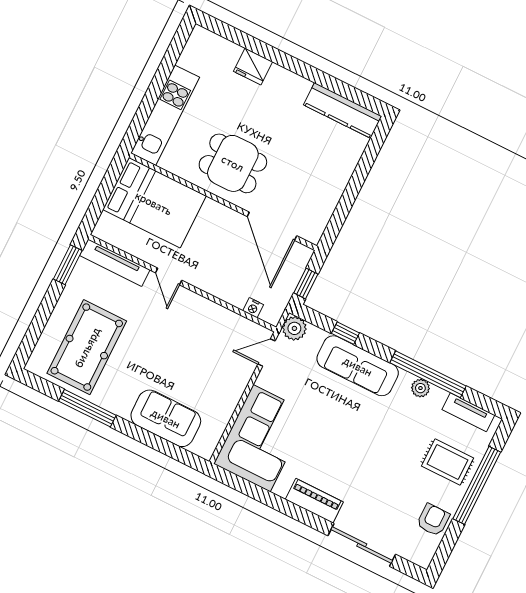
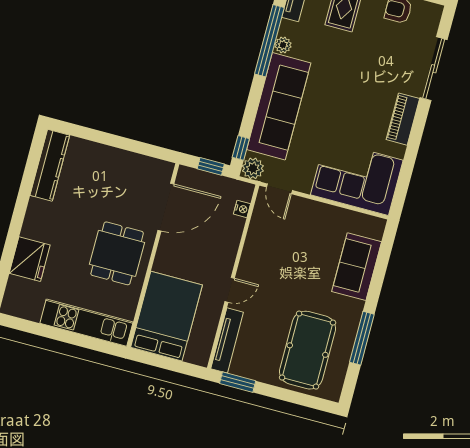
fridge: (253, 67) -> (30, 259), width x1.36, depth x1.34
window: (345, 333) -> (241, 148), moved
pool table: (87, 347) -> (308, 350), turned 90
sofa: (358, 366) -> (279, 106), width x1.36, depth x1.27

